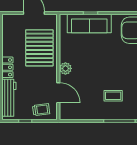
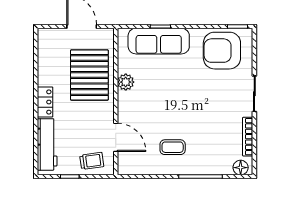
plant: (65, 68) -> (126, 82), moved
coffee table: (113, 96) -> (173, 147), moved

